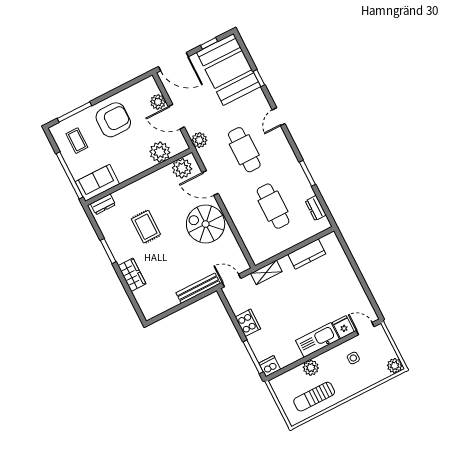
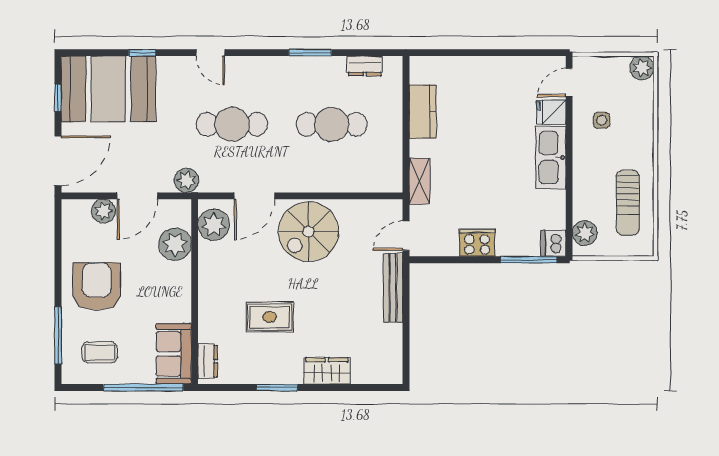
plant: (311, 368) -> (585, 233), moved

